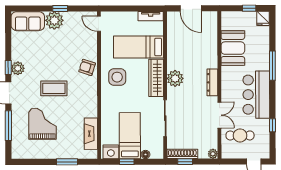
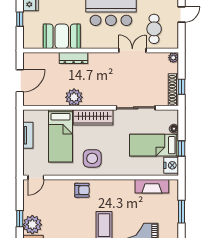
tv unit: (151, 16) -> (28, 135), moved
armchair: (87, 67) -> (82, 190), turned -108
plant: (175, 78) -> (74, 97), moved
dresser: (212, 82) -> (74, 58), moved

